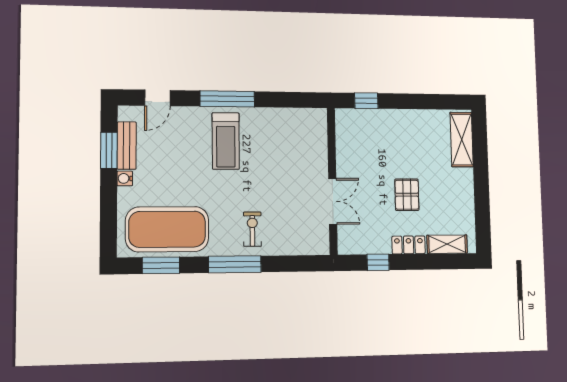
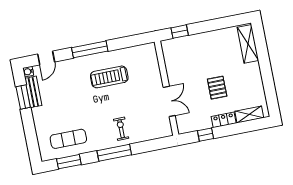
treadmill: (226, 141) -> (109, 77), moved, turned 90
water cooler: (125, 178) -> (28, 72), moved
exercise mat: (167, 229) -> (68, 139), width x0.50, depth x0.69

